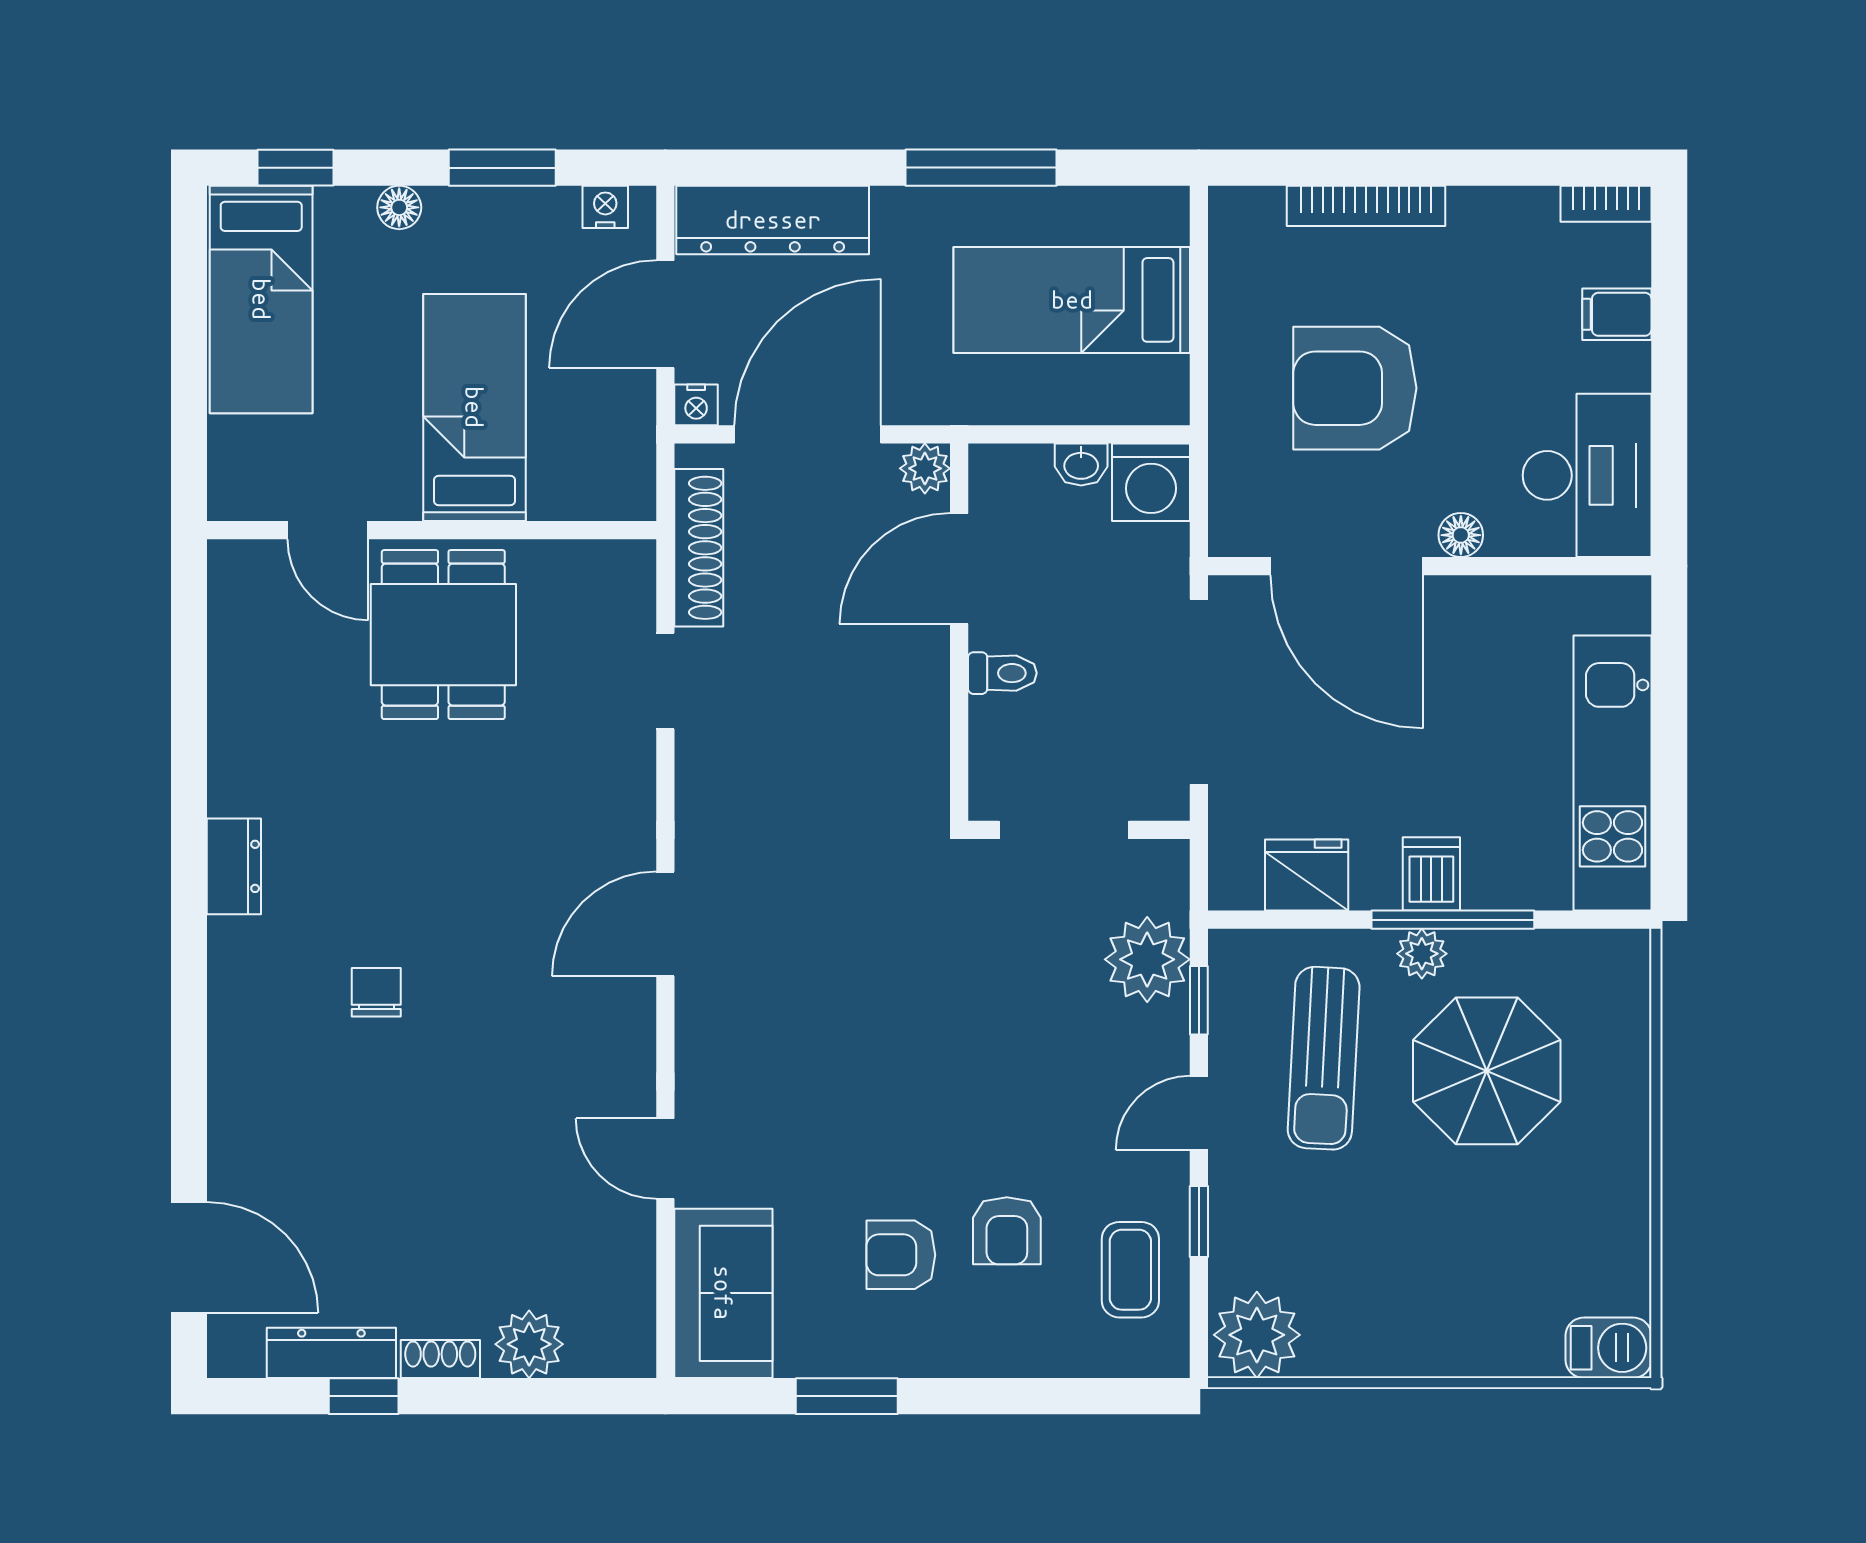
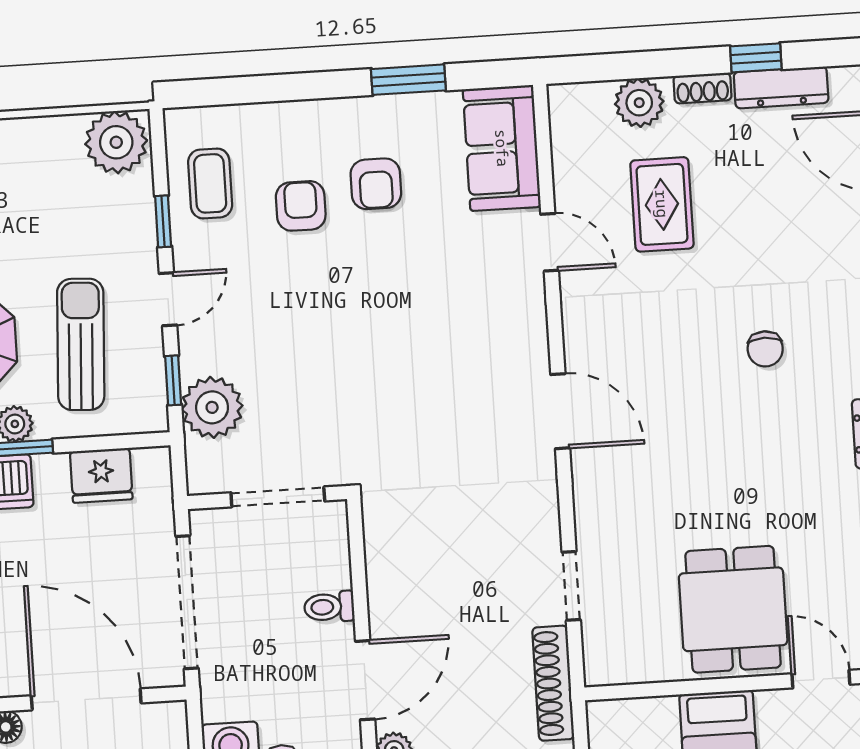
door: (665, 924) -> (560, 411), hinge flipped
rug: (506, 1201) -> (662, 204), added
armchair: (901, 1255) -> (376, 184), turned 90

